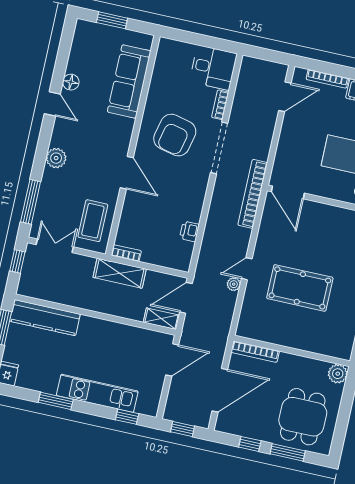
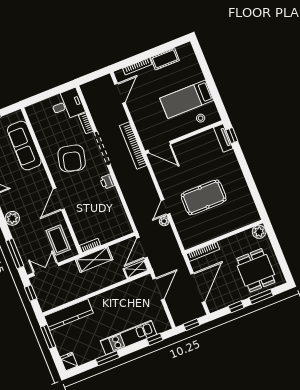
door: (127, 173) -> (59, 199), swing flipped
bookcase: (253, 194) -> (133, 146), moved
printer: (189, 231) -> (107, 182), moved

